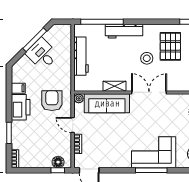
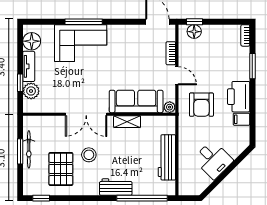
workbench: (124, 31) -> (116, 187), width x0.73
window: (35, 40) -> (222, 177), removed

